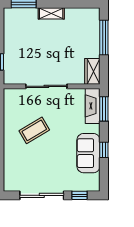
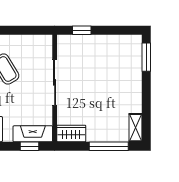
shelving: (51, 13) -> (135, 128), moved
window: (104, 109) -> (29, 146), width x0.67

